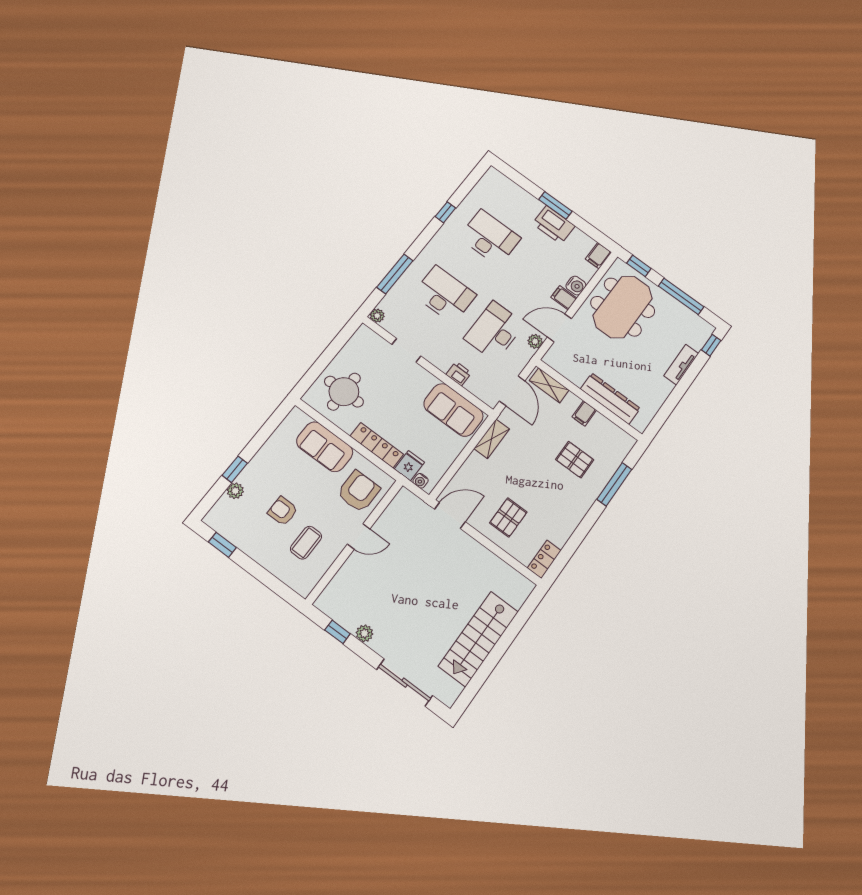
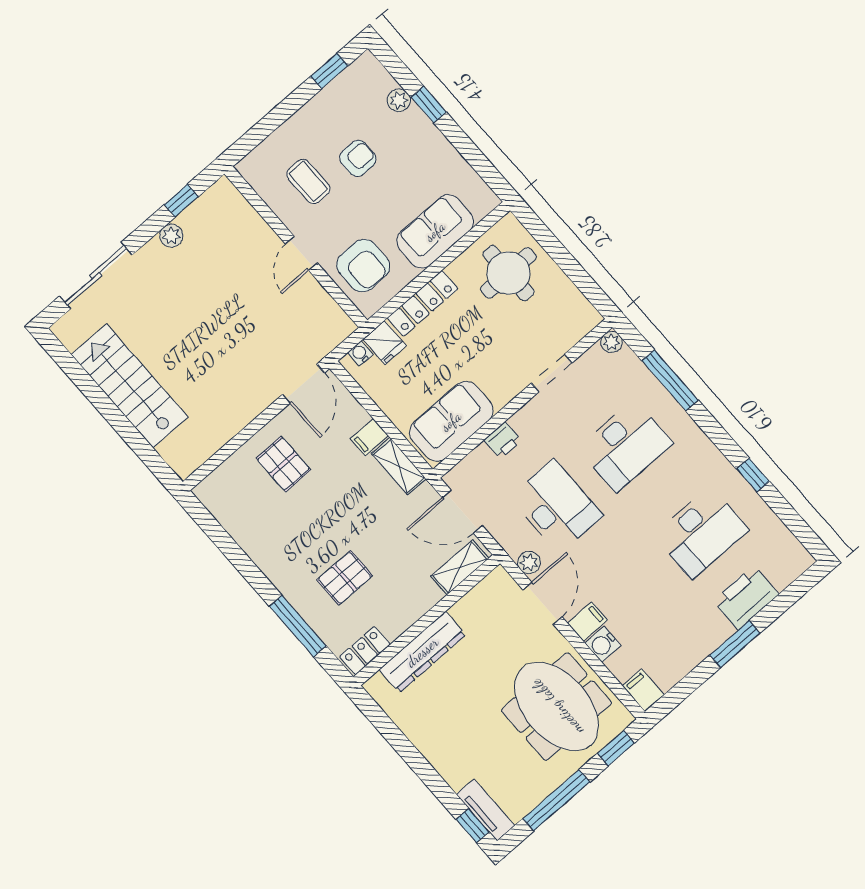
printer: (554, 225) -> (746, 598), moved
tv unit: (681, 365) -> (485, 810), moved
filing cabinet: (584, 413) -> (369, 437), moved, turned -90
locker: (544, 559) -> (365, 651), moved, turned -90

